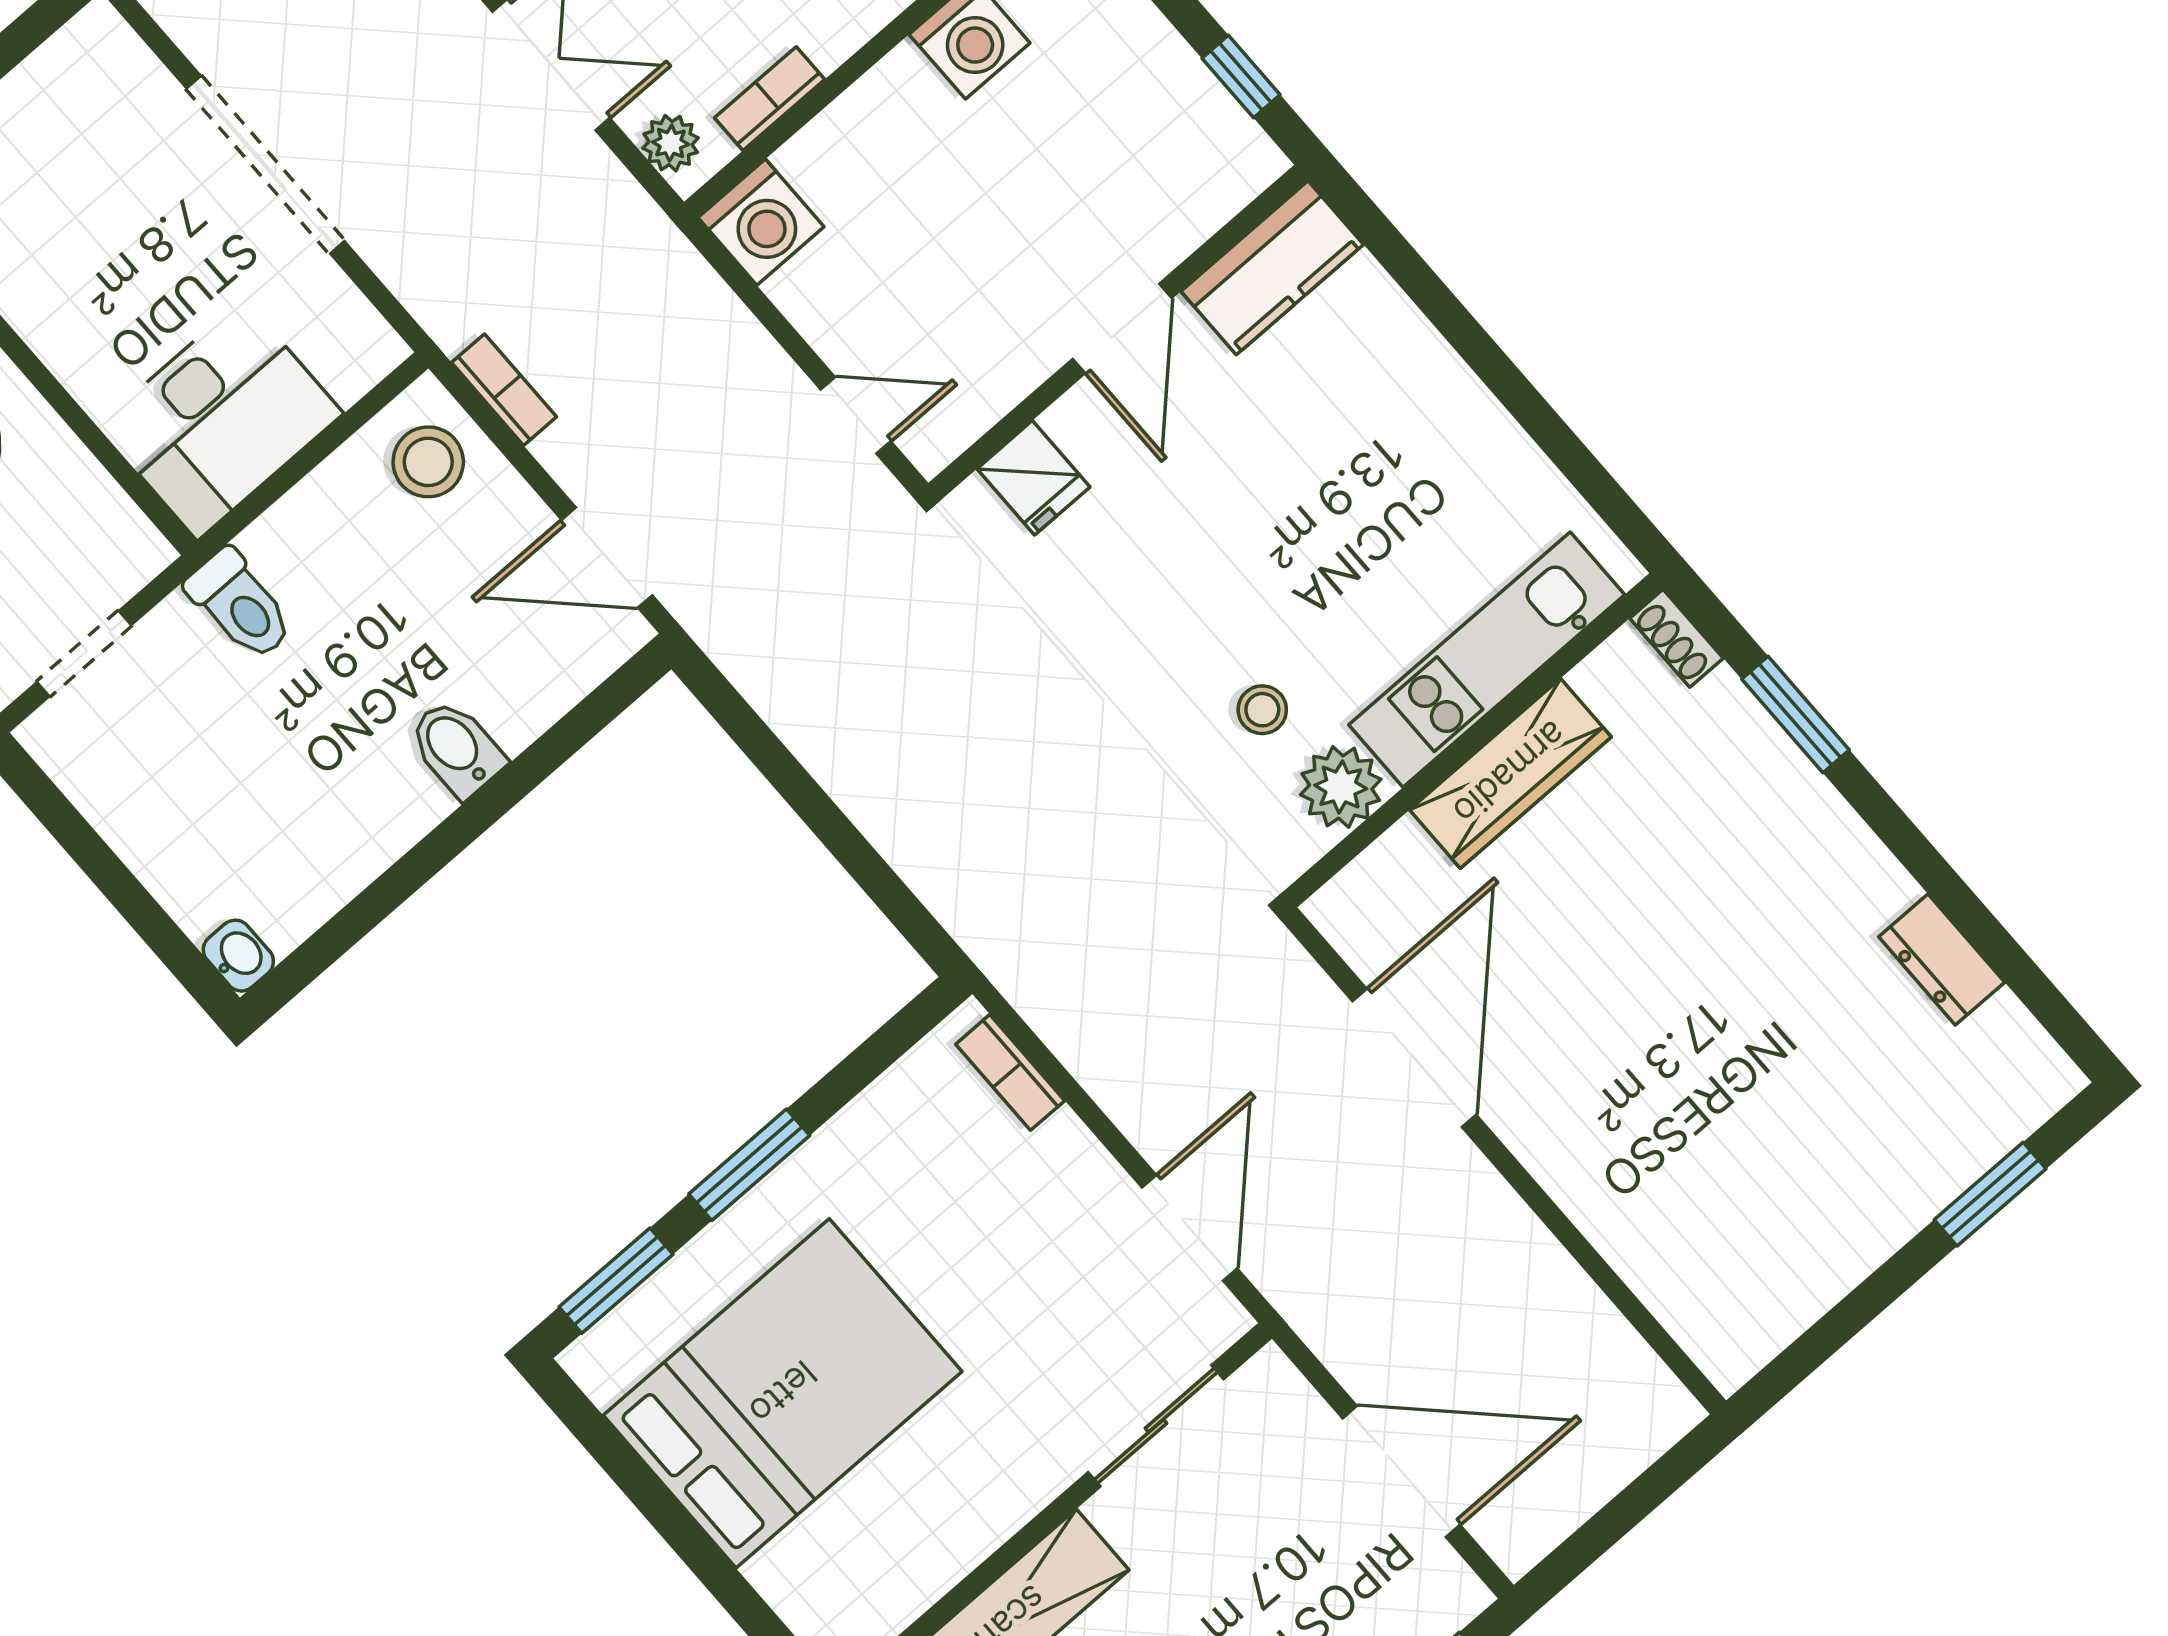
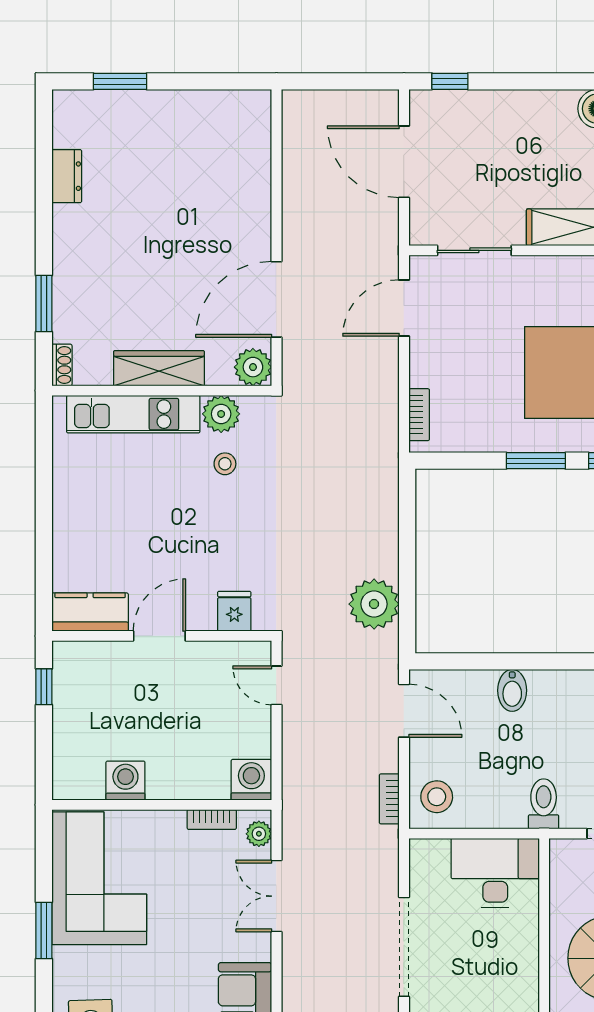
plant: (811, 692) -> (374, 604), added
plant: (1356, 911) -> (253, 367), added

